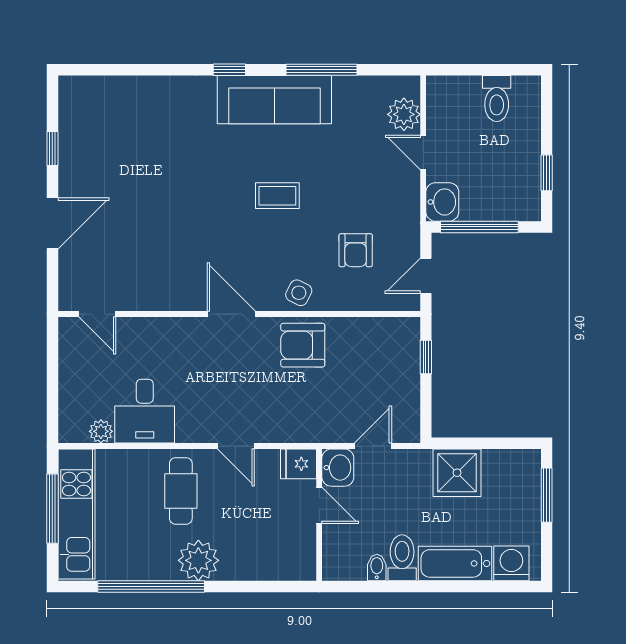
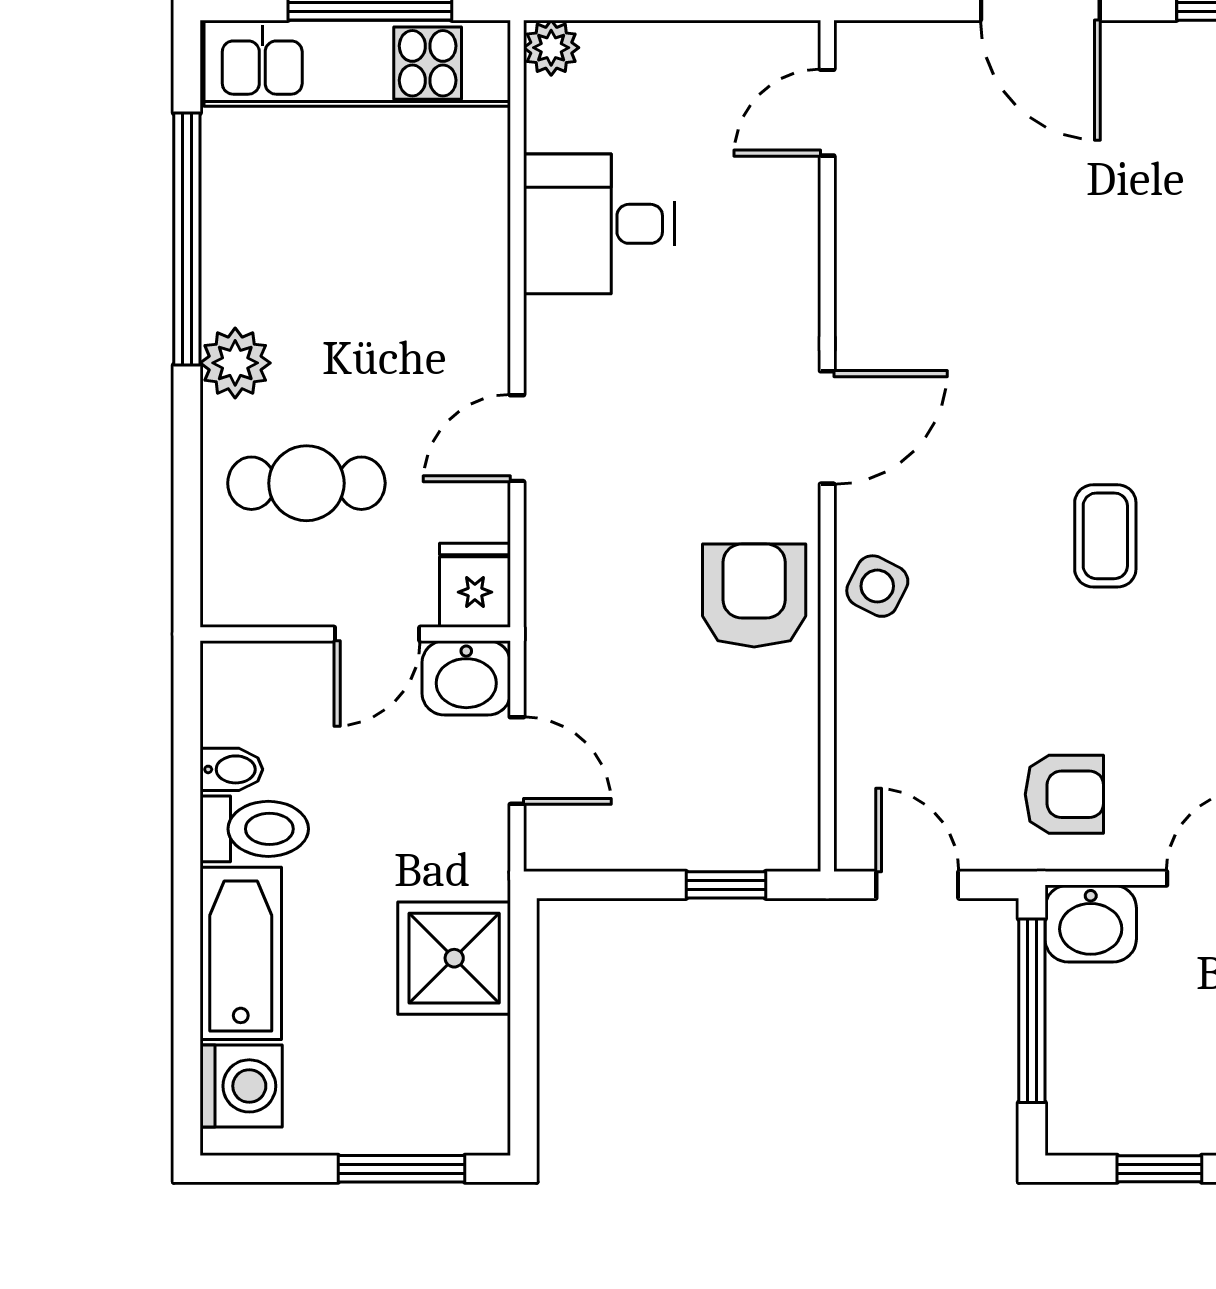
armchair: (356, 250) -> (1064, 794), moved, turned 180
plant: (101, 431) -> (551, 48), moved
cafe table: (181, 491) -> (306, 483), moved
plant: (198, 560) -> (235, 363), width x0.73, depth x0.73

